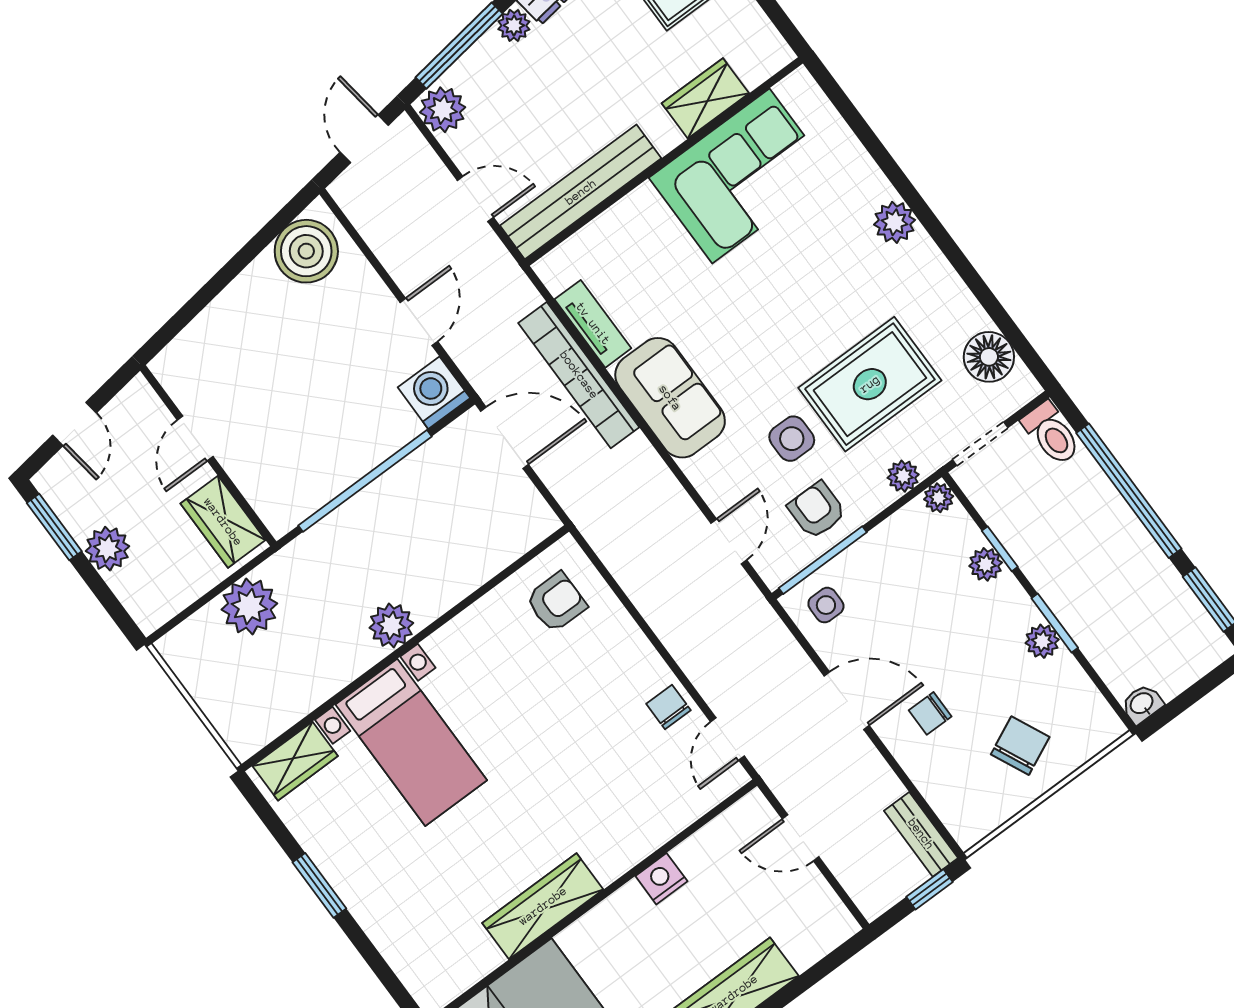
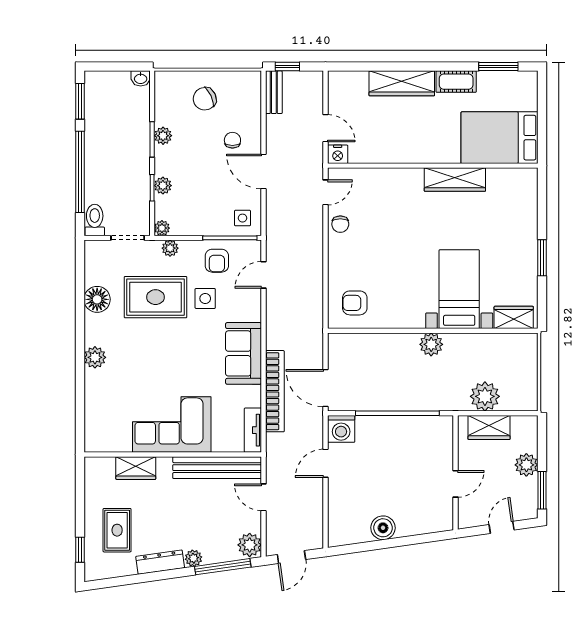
corner sofa: (741, 176) -> (172, 425), moved
boiler: (306, 251) -> (383, 528), moved, width x0.73, depth x0.73
tv unit: (593, 324) -> (253, 430), moved
floor lamp: (989, 357) -> (97, 299), moved
wardrobe: (223, 522) -> (489, 427), moved, turned 90
chair: (930, 713) -> (232, 140), turned -90
nightstand: (661, 879) -> (338, 154), moved

